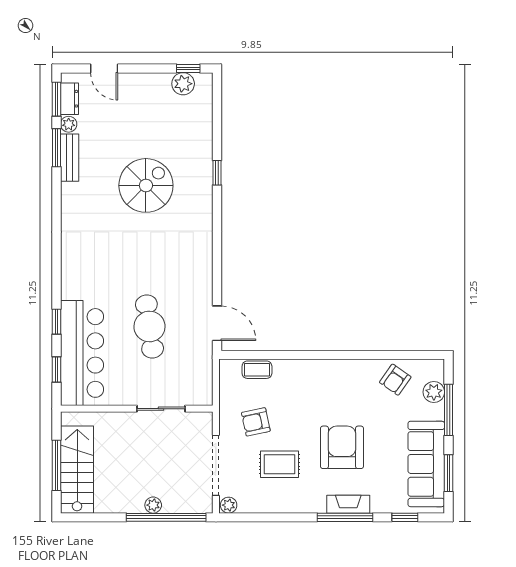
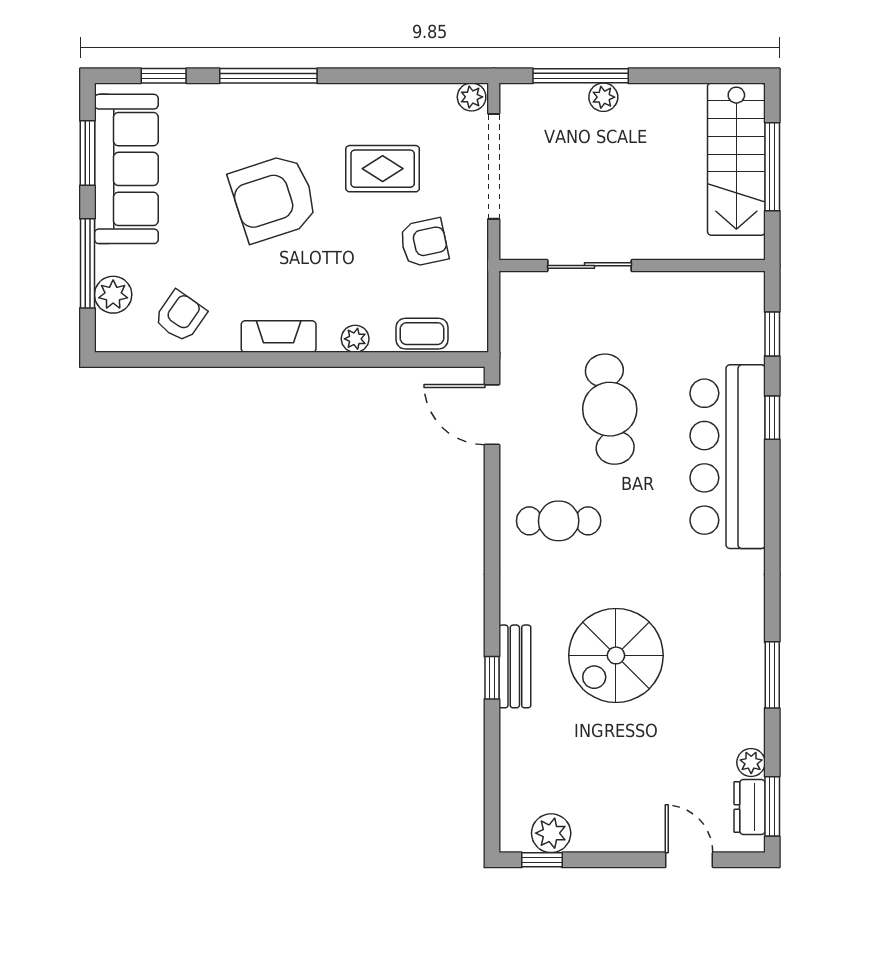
window: (56, 148) -> (772, 675), moved
bench: (70, 158) -> (515, 666), moved
cafe table: (179, 263) -> (559, 521), added
bar counter: (82, 353) -> (728, 457), moved
plant: (295, 367) -> (355, 339), added
armchair: (342, 447) -> (273, 198), turned 72
fireplace: (348, 504) -> (279, 337), moved, turned 180
window: (166, 517) -> (581, 76), width x0.68

